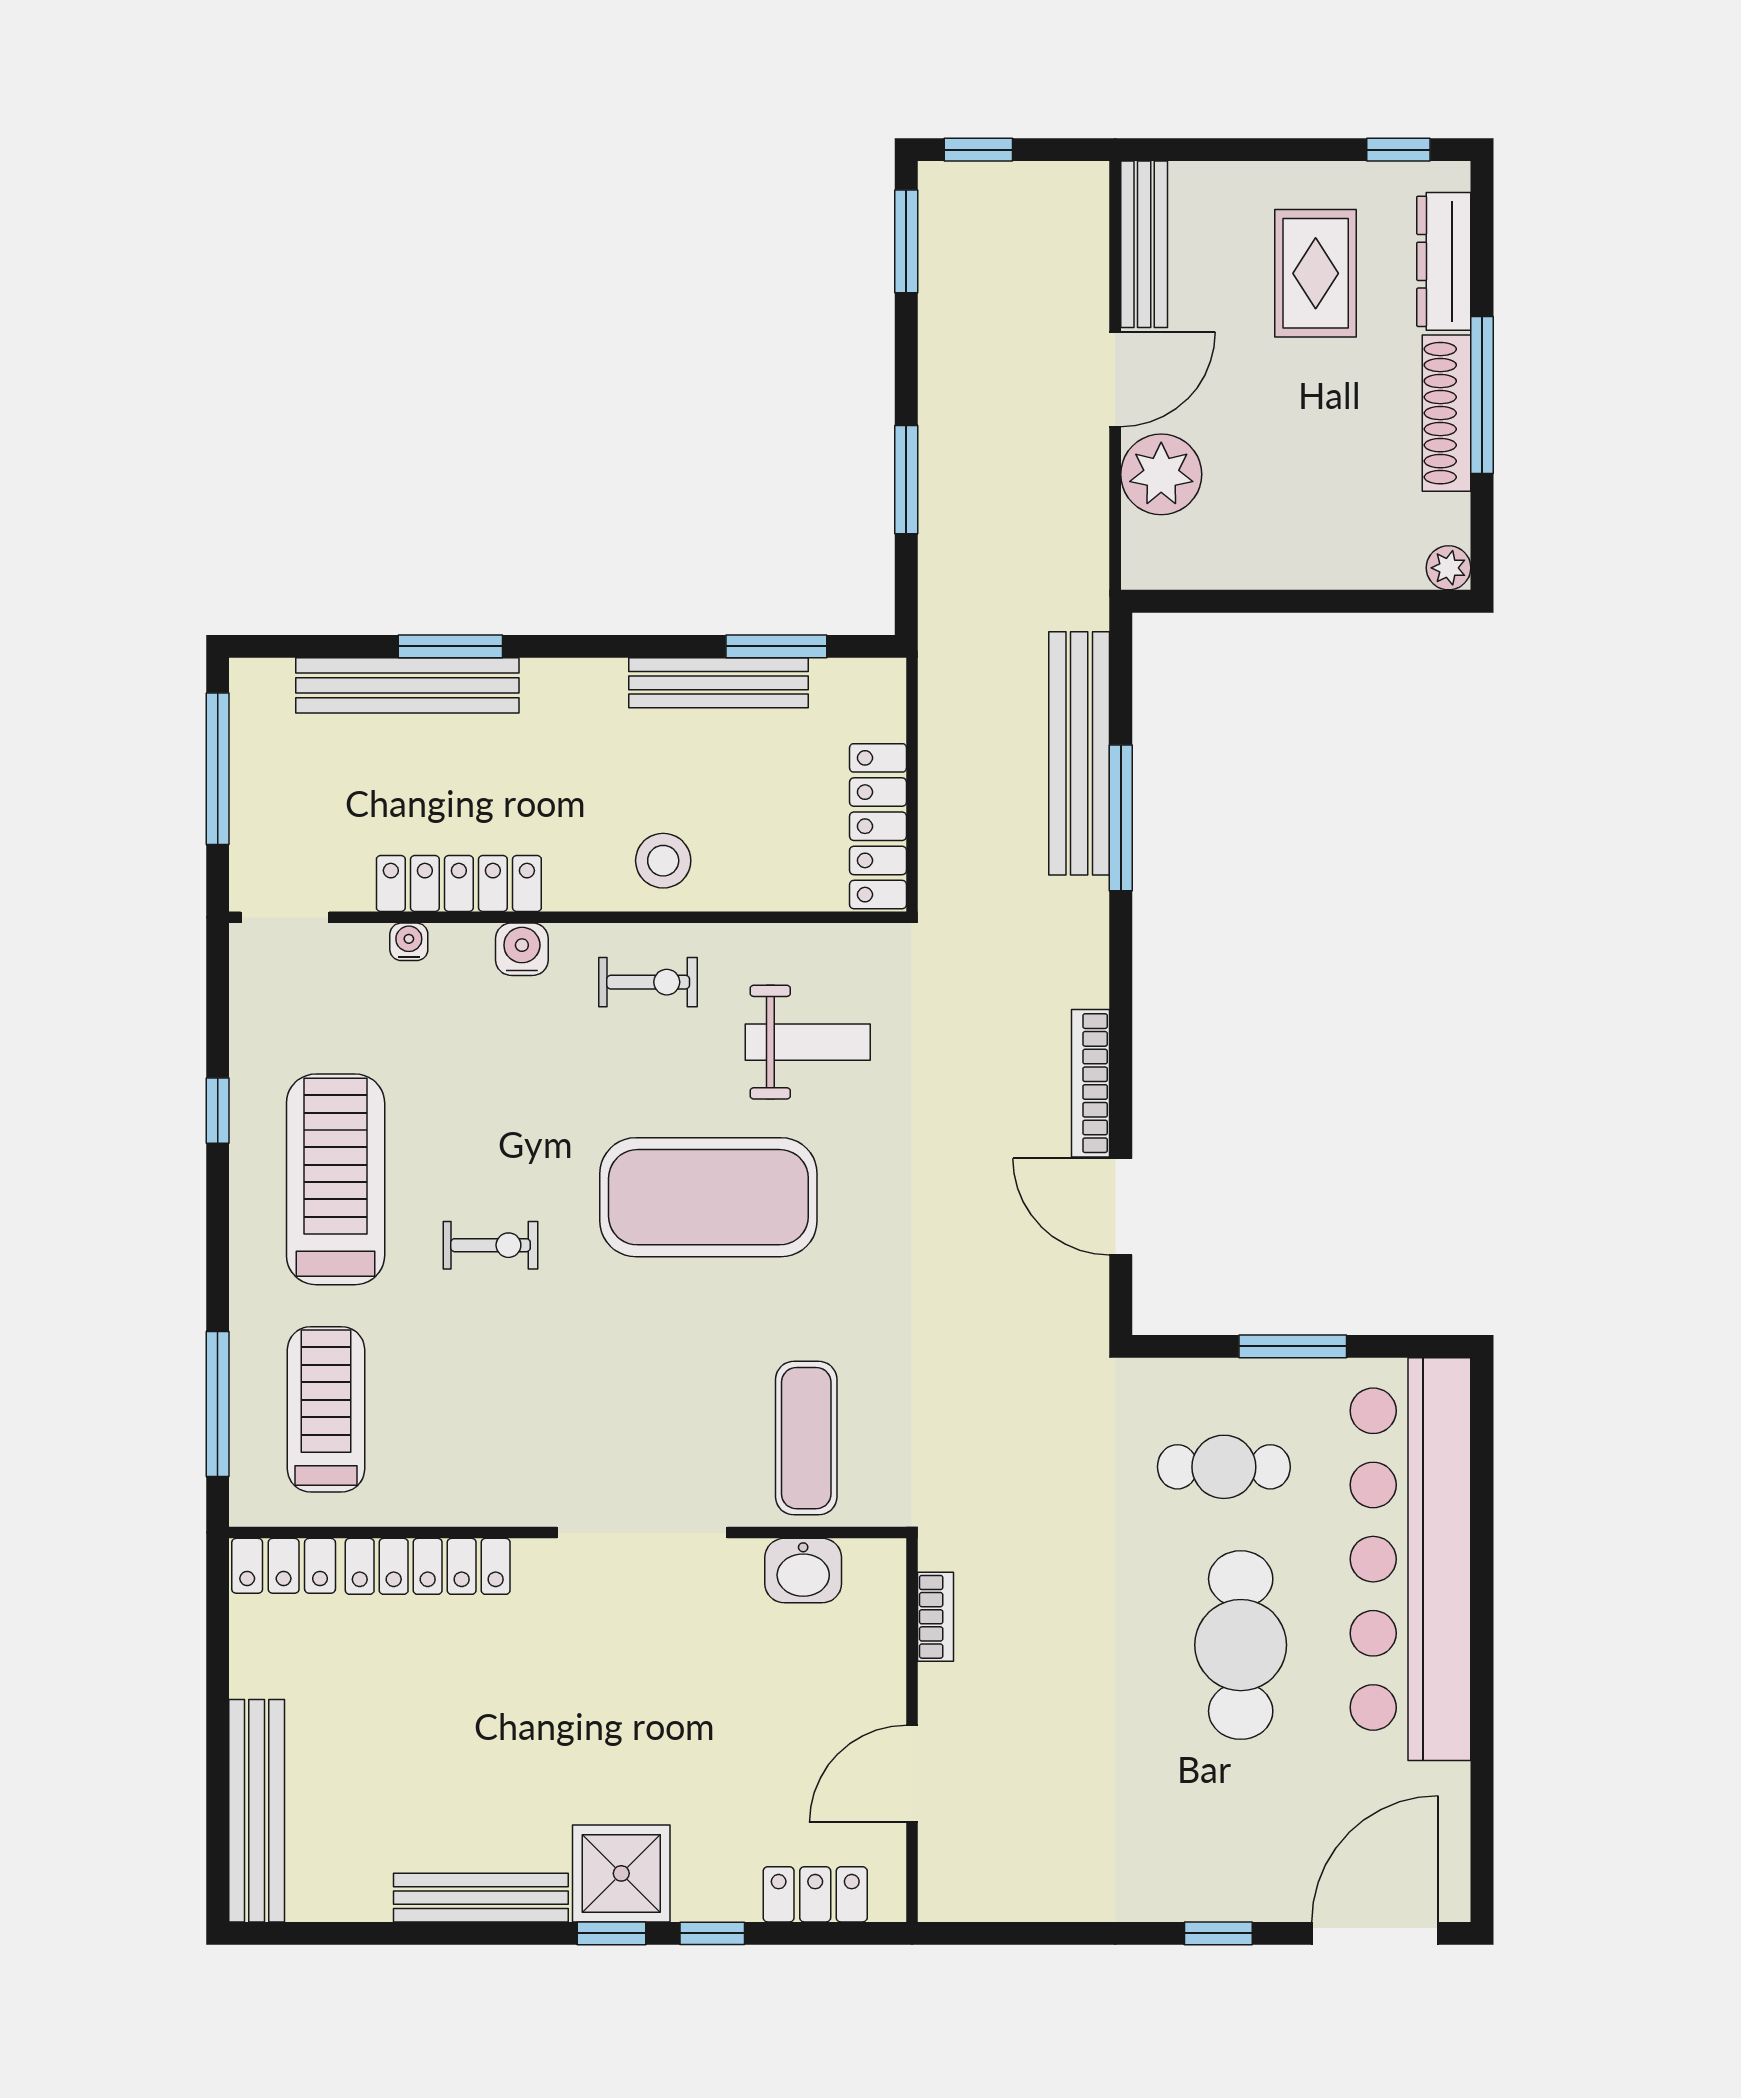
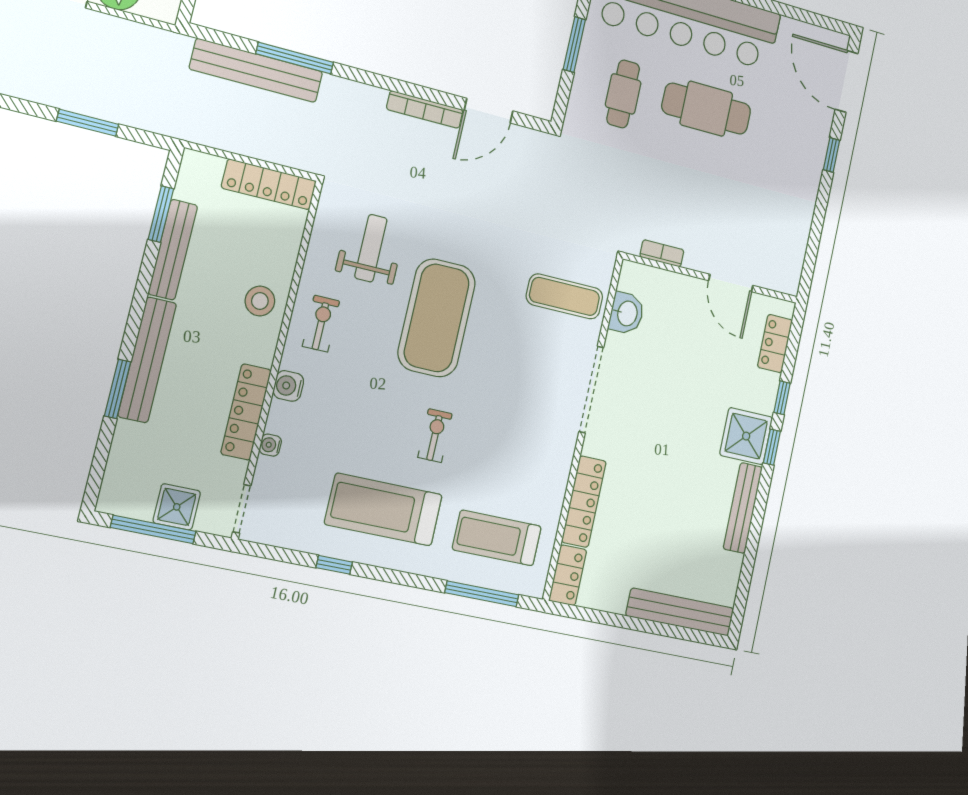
bench: (407, 685) -> (147, 360), moved
shower: (265, 801) -> (177, 507), added

